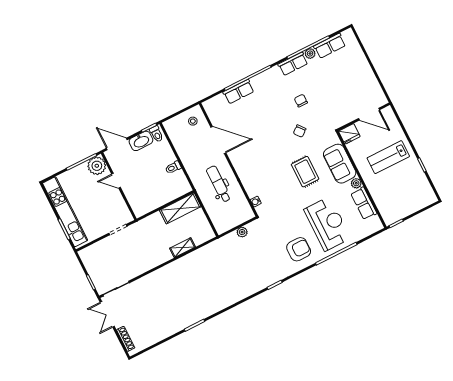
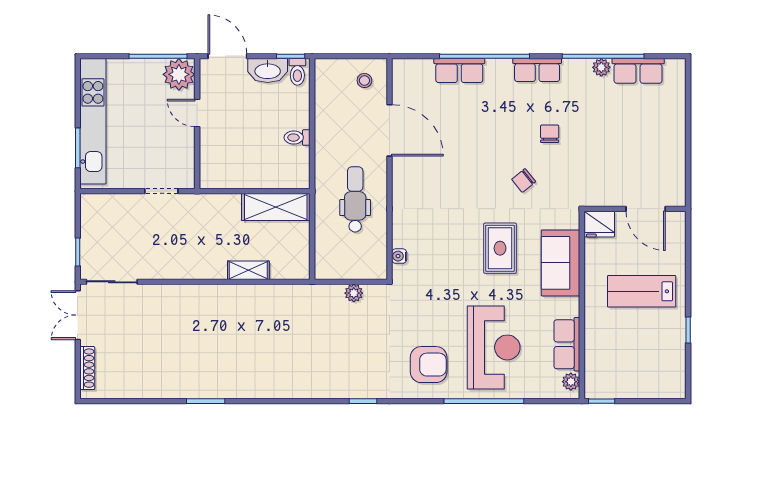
row of seats: (293, 64) -> (537, 70), moved
plant: (356, 183) -> (571, 382), moved

